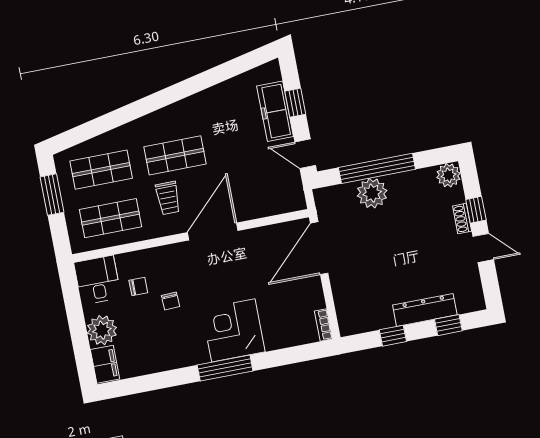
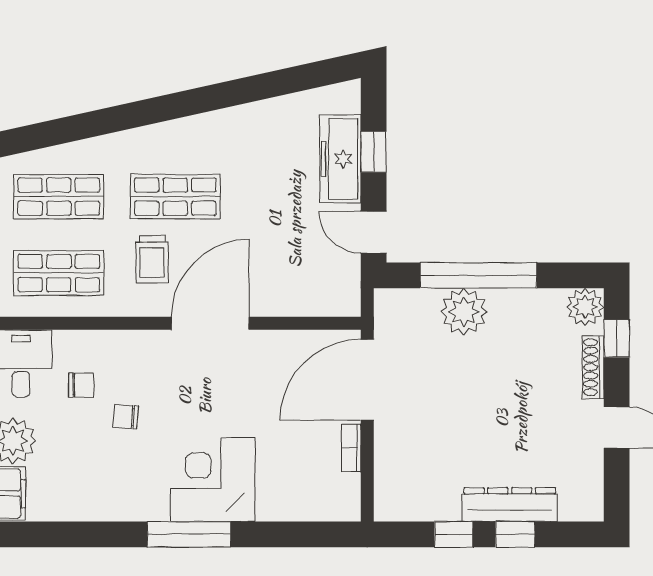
window: (476, 210) -> (617, 338), moved
shoe rack: (462, 219) -> (593, 367), width x1.43
chair: (171, 301) -> (126, 417), turned 96
bookcase: (323, 325) -> (351, 448), moved
window: (448, 325) -> (515, 534), moved

